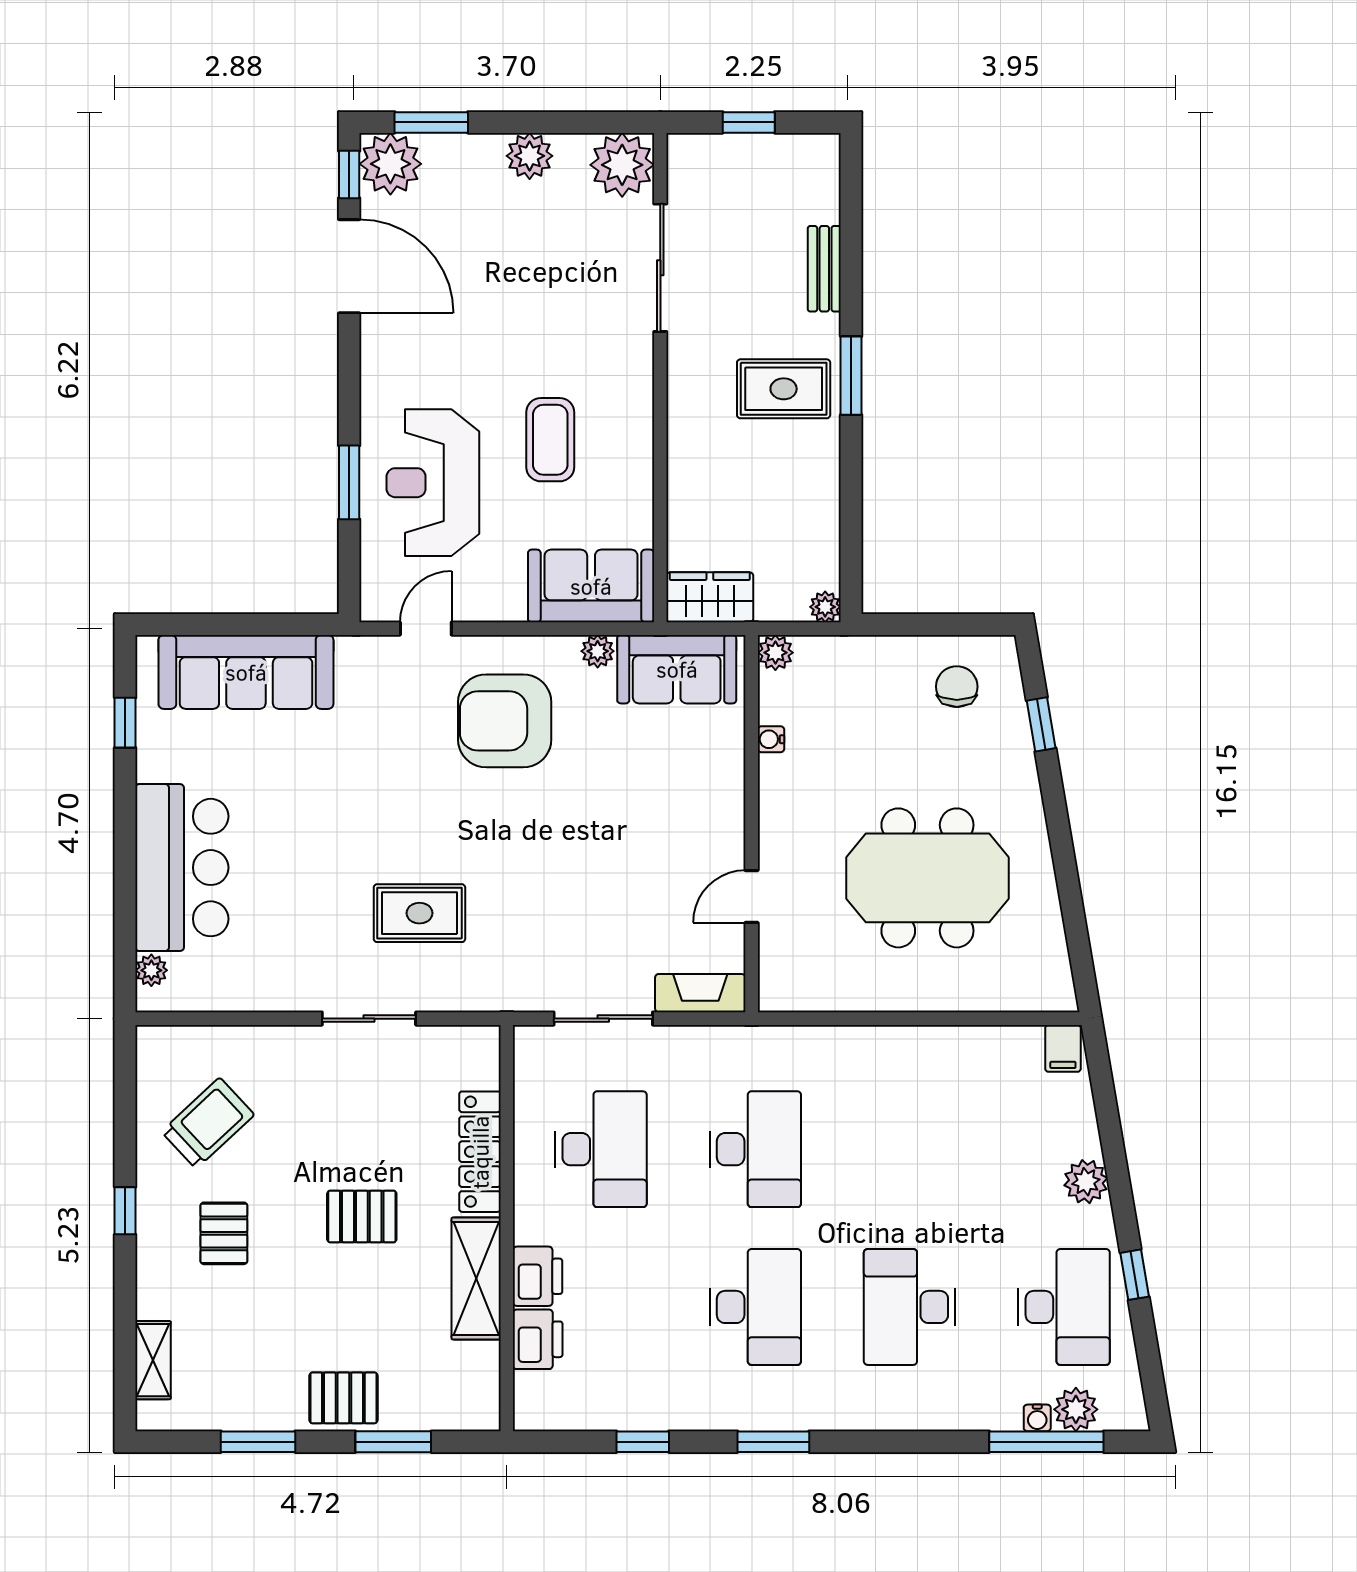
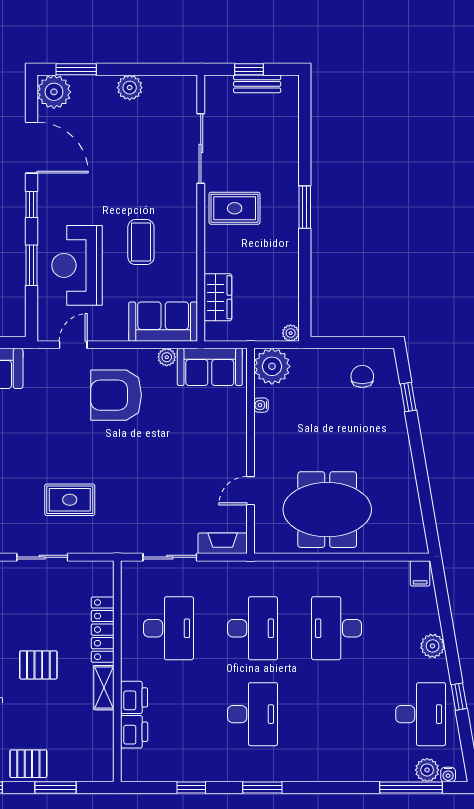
plant: (622, 165) -> (180, 92), removed
window: (349, 175) -> (31, 204), moved
bench: (824, 269) -> (257, 84), moved, turned 90
rug: (784, 389) -> (235, 208), moved
wardrobe: (710, 597) -> (218, 297), moved, turned 90
plant: (775, 653) -> (272, 366), width x1.87, depth x1.87
meeting table: (927, 878) -> (327, 510), moved
shelving: (476, 1278) -> (104, 688), width x0.67, depth x0.75
desk: (910, 1307) -> (337, 628), moved
water cooler: (1037, 1418) -> (448, 775), moved

